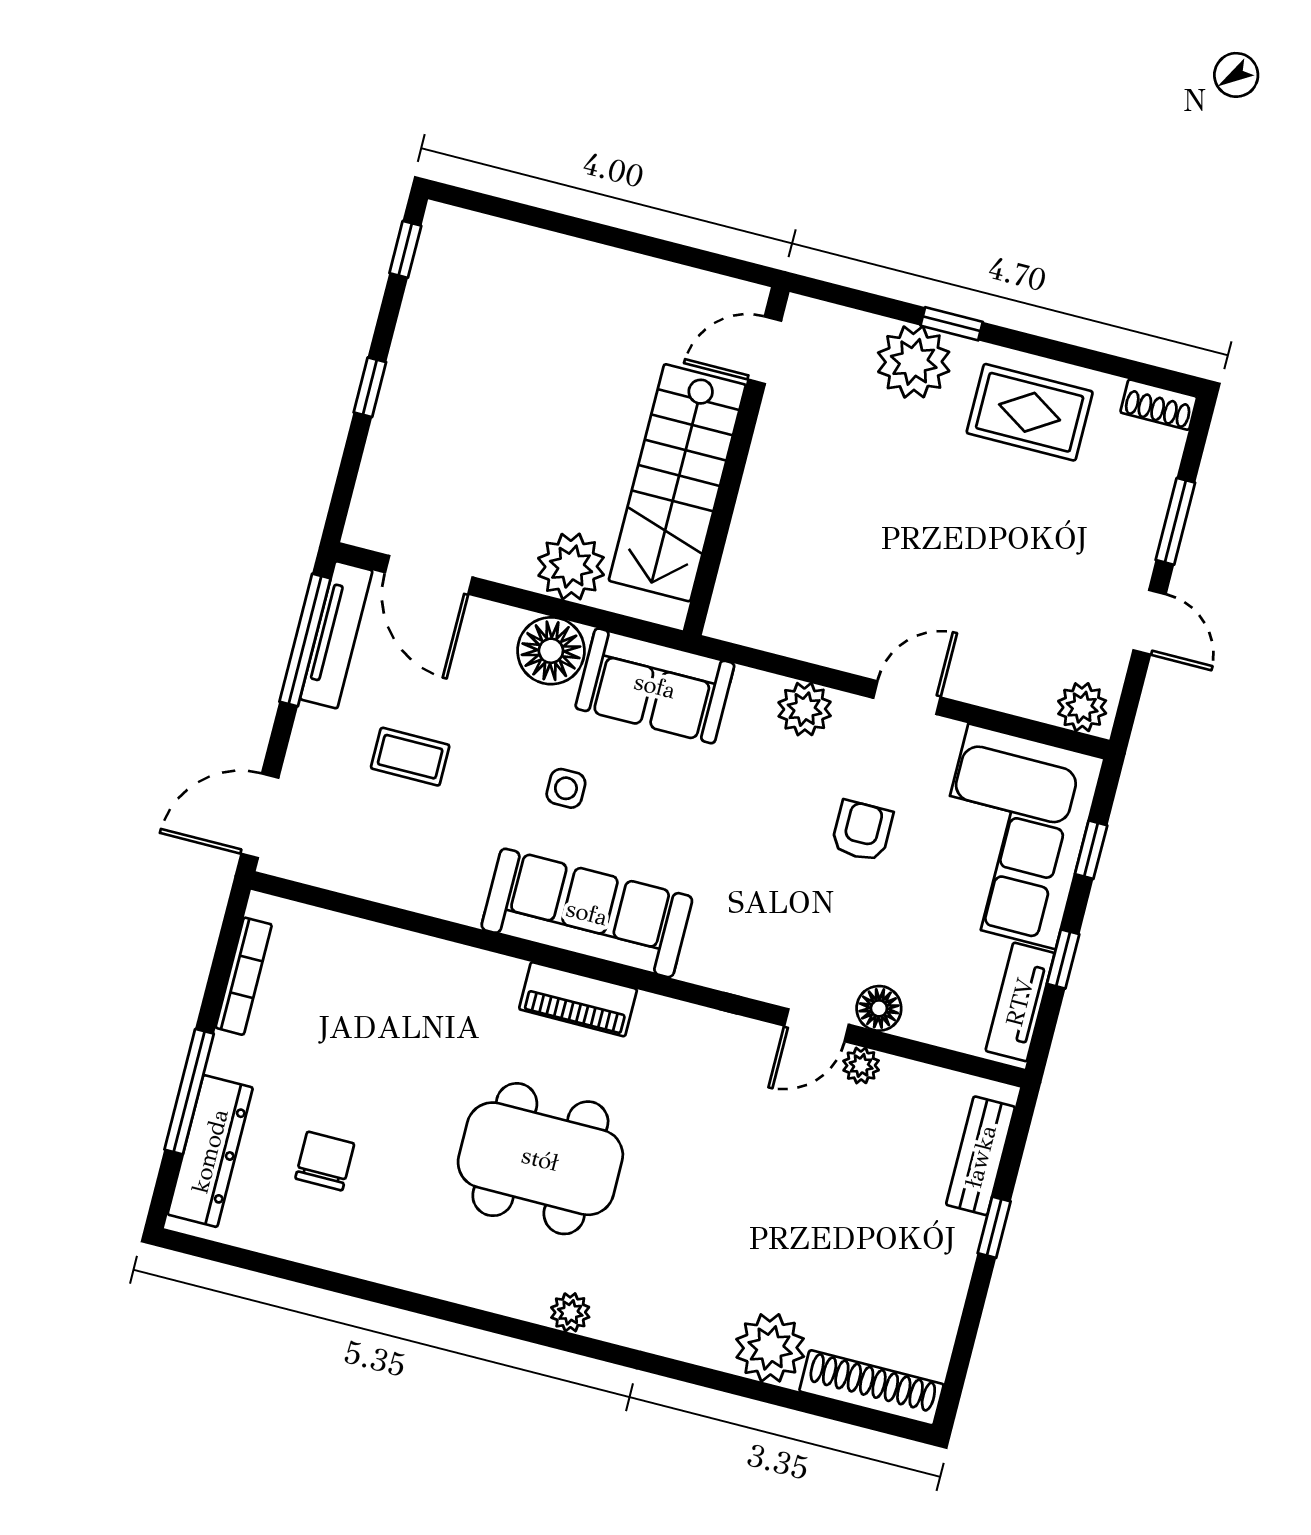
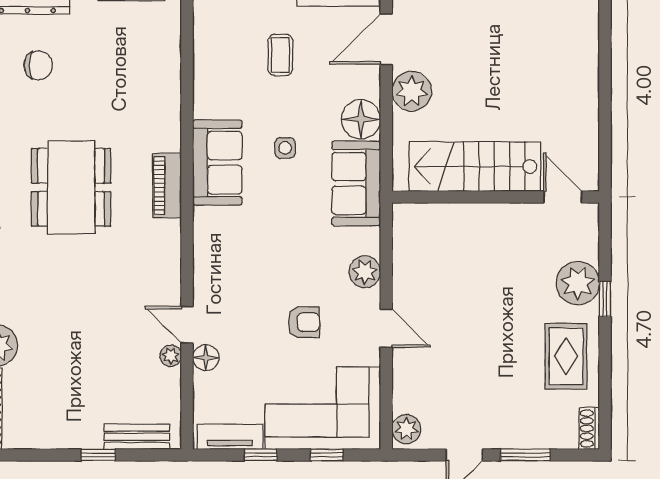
plant: (571, 567) -> (412, 91), moved
sofa: (587, 913) -> (217, 163), width x0.73

